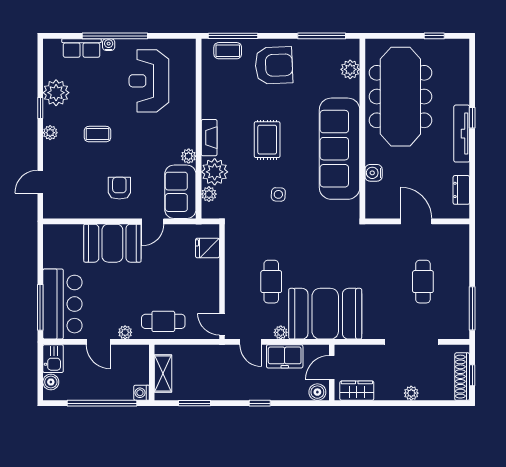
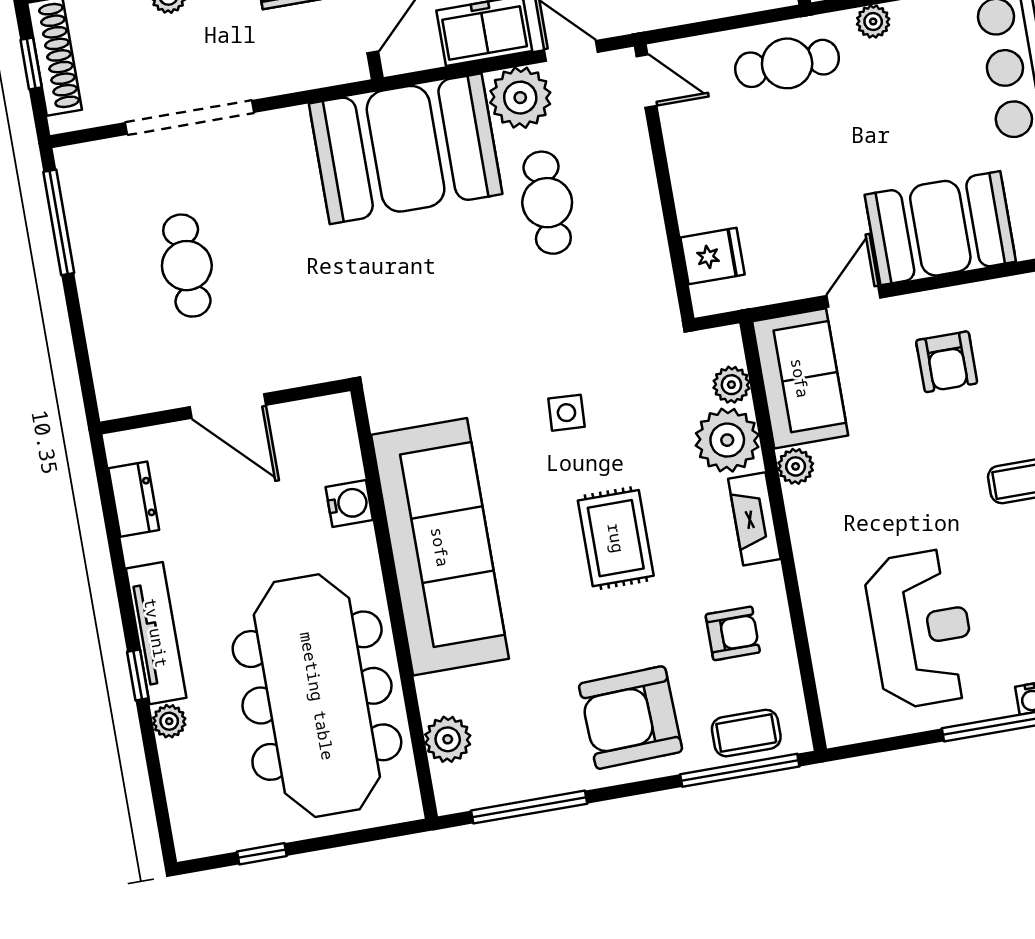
armchair: (226, 92) -> (733, 633), added
plant: (463, 97) -> (169, 721), added
plant: (281, 332) -> (520, 98), width x1.87, depth x1.87

